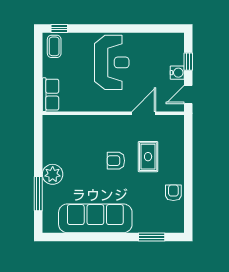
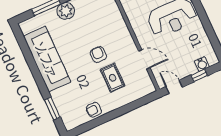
water cooler: (177, 73) -> (202, 64), moved
rug: (148, 157) -> (113, 78), turned 90
armchair: (173, 193) -> (94, 110), turned 180

